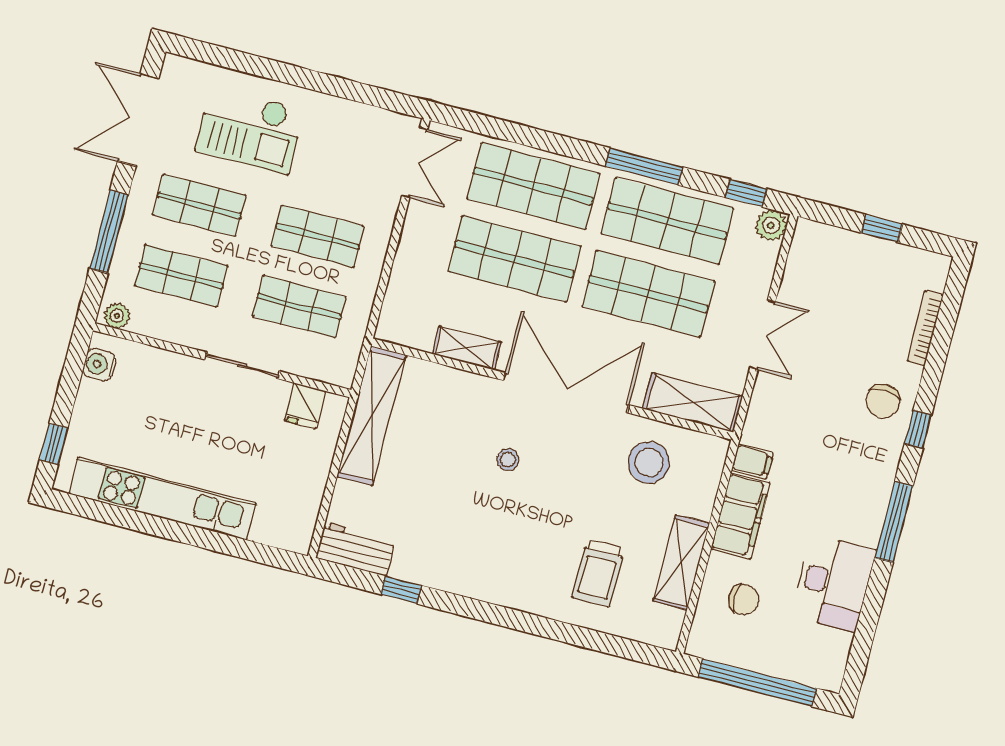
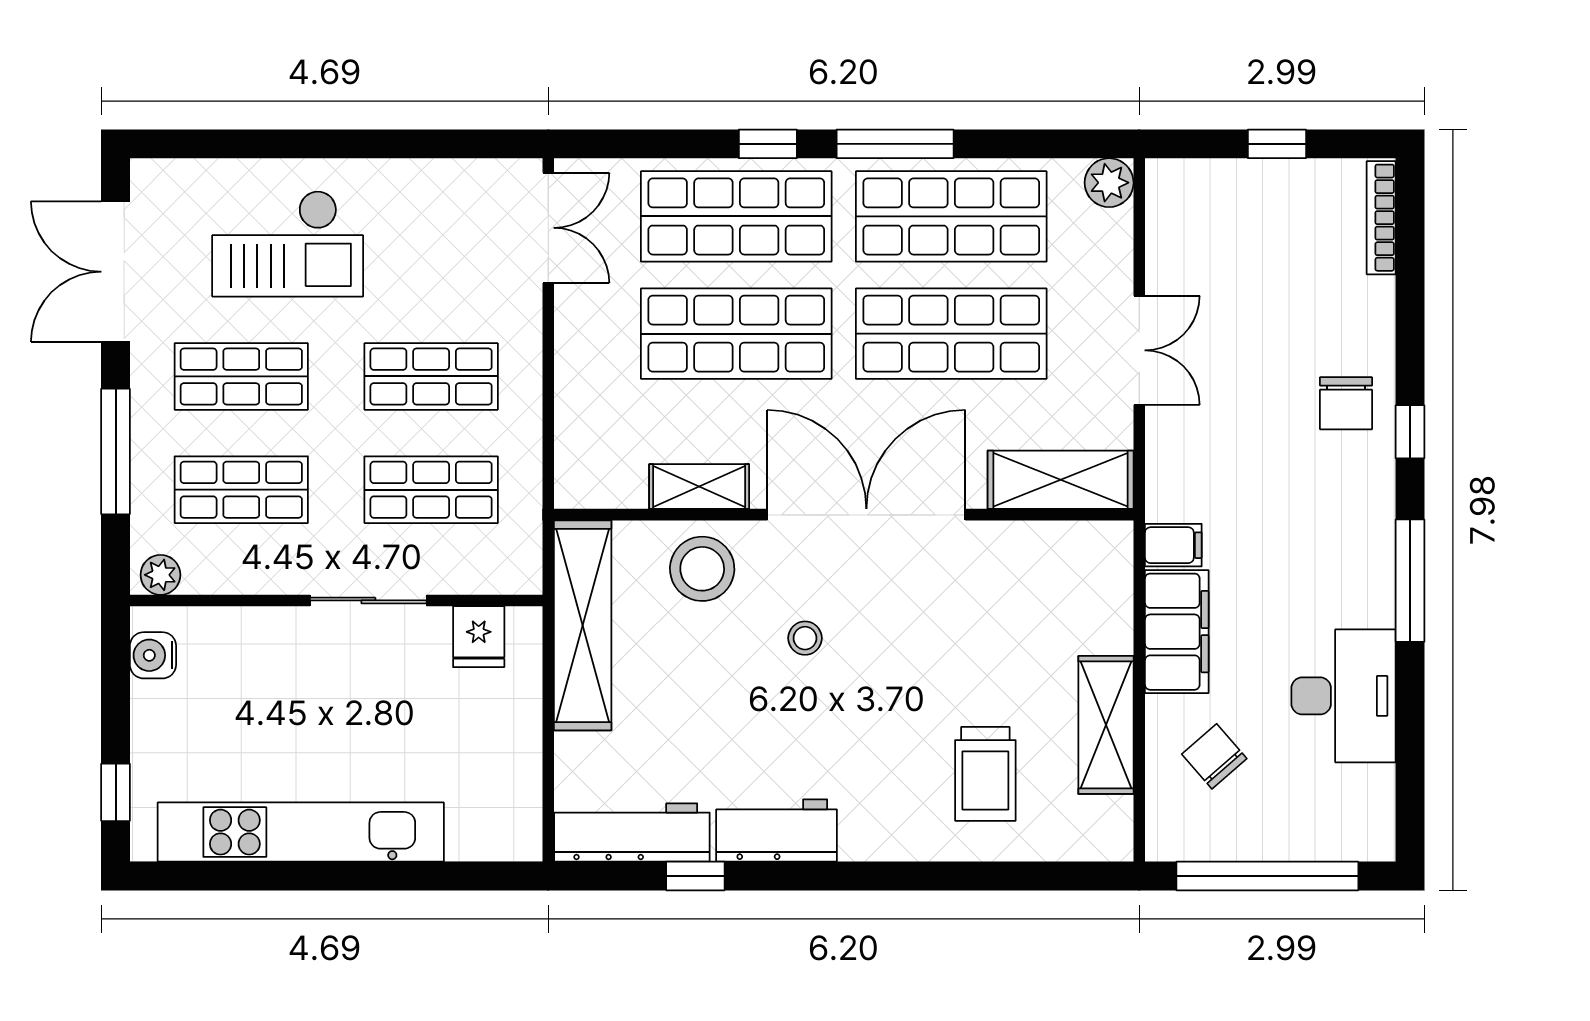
window: (746, 193) -> (768, 144), moved
bookcase: (925, 328) -> (1381, 218), moved
stool: (649, 463) -> (702, 569), moved
workbench: (355, 549) -> (632, 832), width x1.37
workbench: (459, 575) -> (777, 831), added
chair: (744, 600) -> (1214, 756), turned -131

